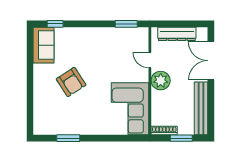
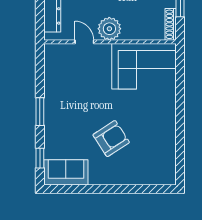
window: (126, 24) -> (40, 112), moved
door: (150, 60) -> (84, 42), swing flipped
window: (68, 138) -> (180, 142), removed

